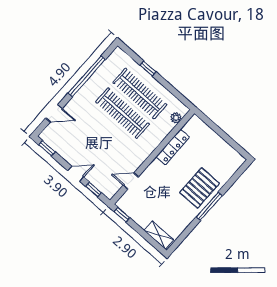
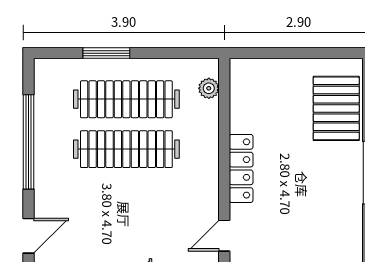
window: (148, 69) -> (106, 53), width x1.50
locker: (173, 147) -> (241, 168), moved
pallet: (199, 188) -> (336, 108), moved

